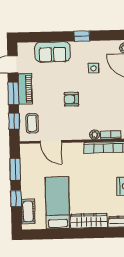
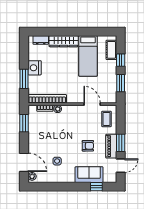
window: (82, 36) -> (96, 187), moved
armchair: (71, 99) -> (88, 146), moved
window: (14, 121) -> (121, 121), removed

